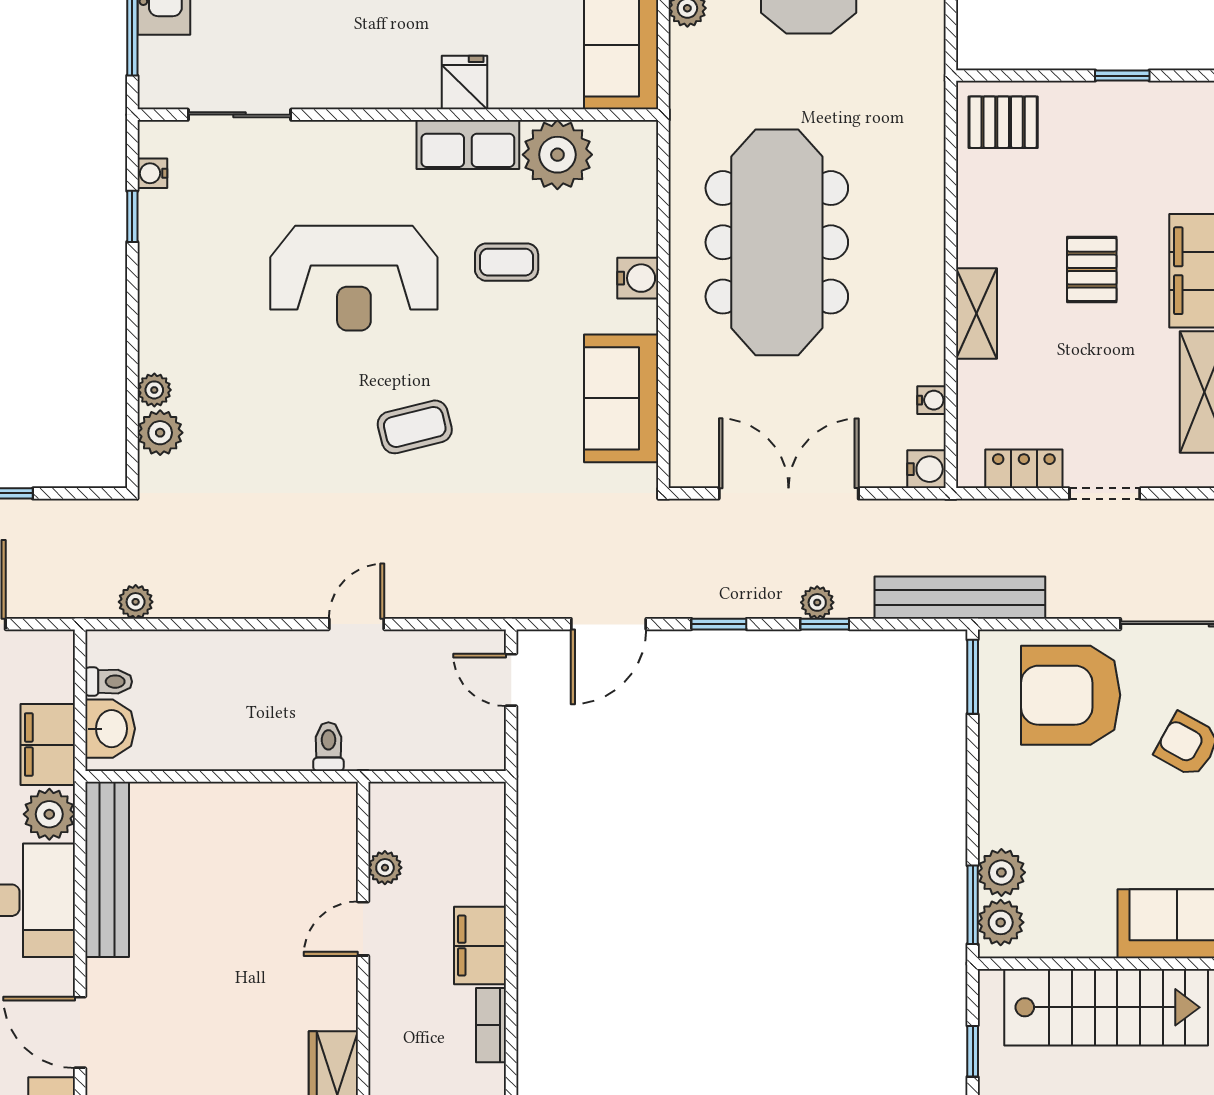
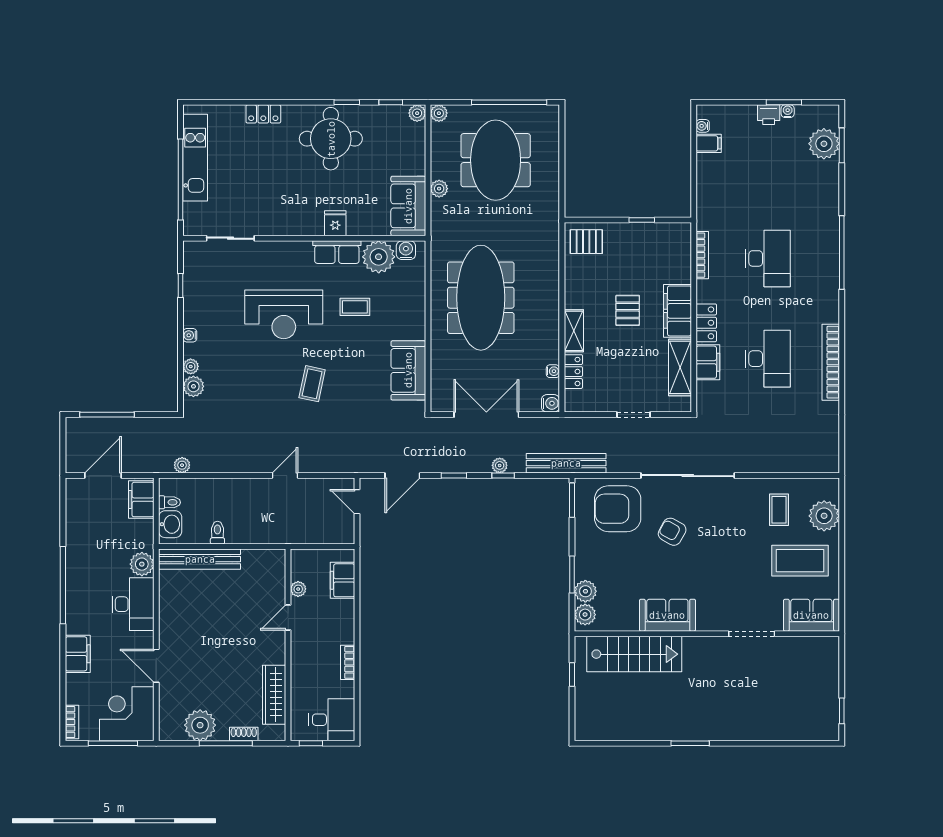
water cooler: (152, 173) -> (190, 335), moved
water cooler: (638, 278) -> (406, 250), moved, turned -90
coffee table: (415, 427) -> (312, 384), turned -64
locker: (1024, 469) -> (573, 372), moved, turned 90
filing cabinet: (48, 745) -> (141, 500), moved
toilet: (328, 747) -> (217, 533), moved
bench: (107, 869) -> (200, 559), moved, turned 90
window: (973, 905) -> (572, 575), moved
filing cabinet: (480, 946) -> (342, 580), moved

